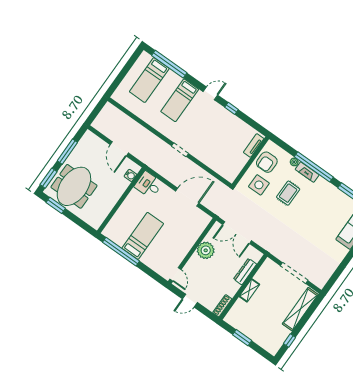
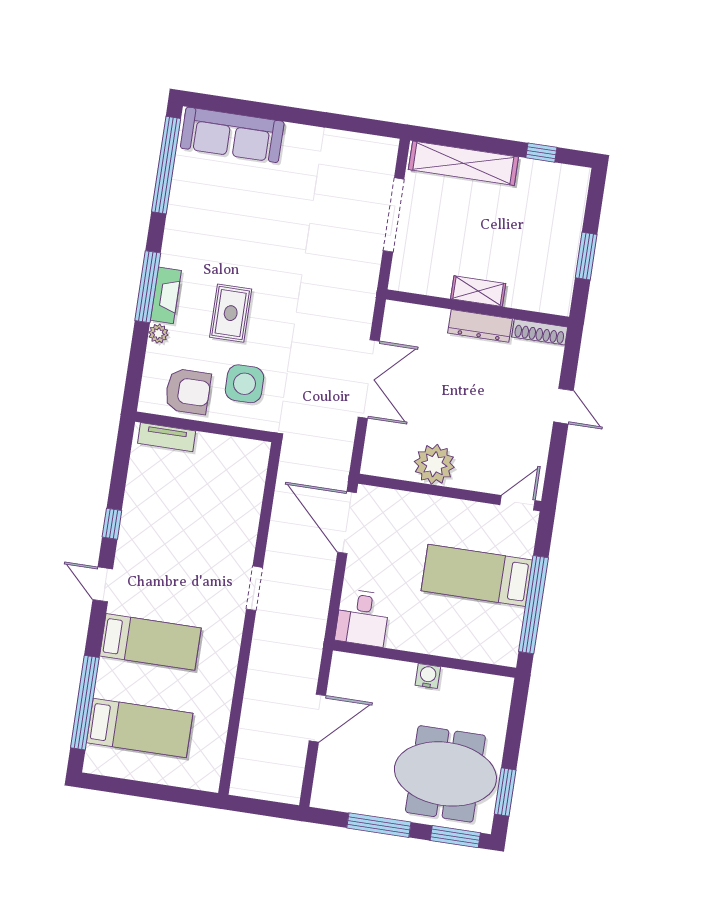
window: (314, 167) -> (148, 287), width x0.68
water cooler: (130, 175) -> (428, 676), moved
rug: (288, 193) -> (231, 313), turned 90
plant: (206, 250) -> (434, 464), moved
wall: (192, 251) -> (450, 492), moved
dresser: (245, 272) -> (480, 326), moved
door: (175, 274) -> (517, 503), moved

